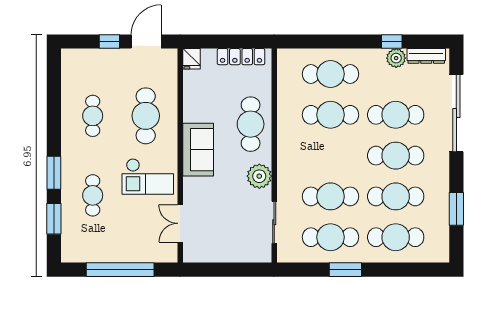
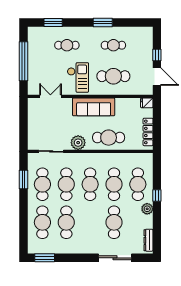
window: (392, 41) -> (157, 195), moved
plant: (396, 58) -> (147, 209), moved
sliding door: (456, 113) -> (115, 258), width x0.73
sofa: (198, 150) -> (94, 107), width x1.36
cafe table: (396, 156) -> (90, 184), moved
window: (54, 173) -> (103, 23), moved
checkout: (148, 177) -> (78, 77), turned 180
window: (456, 209) -> (45, 258), moved
window: (345, 270) -> (23, 179), moved

